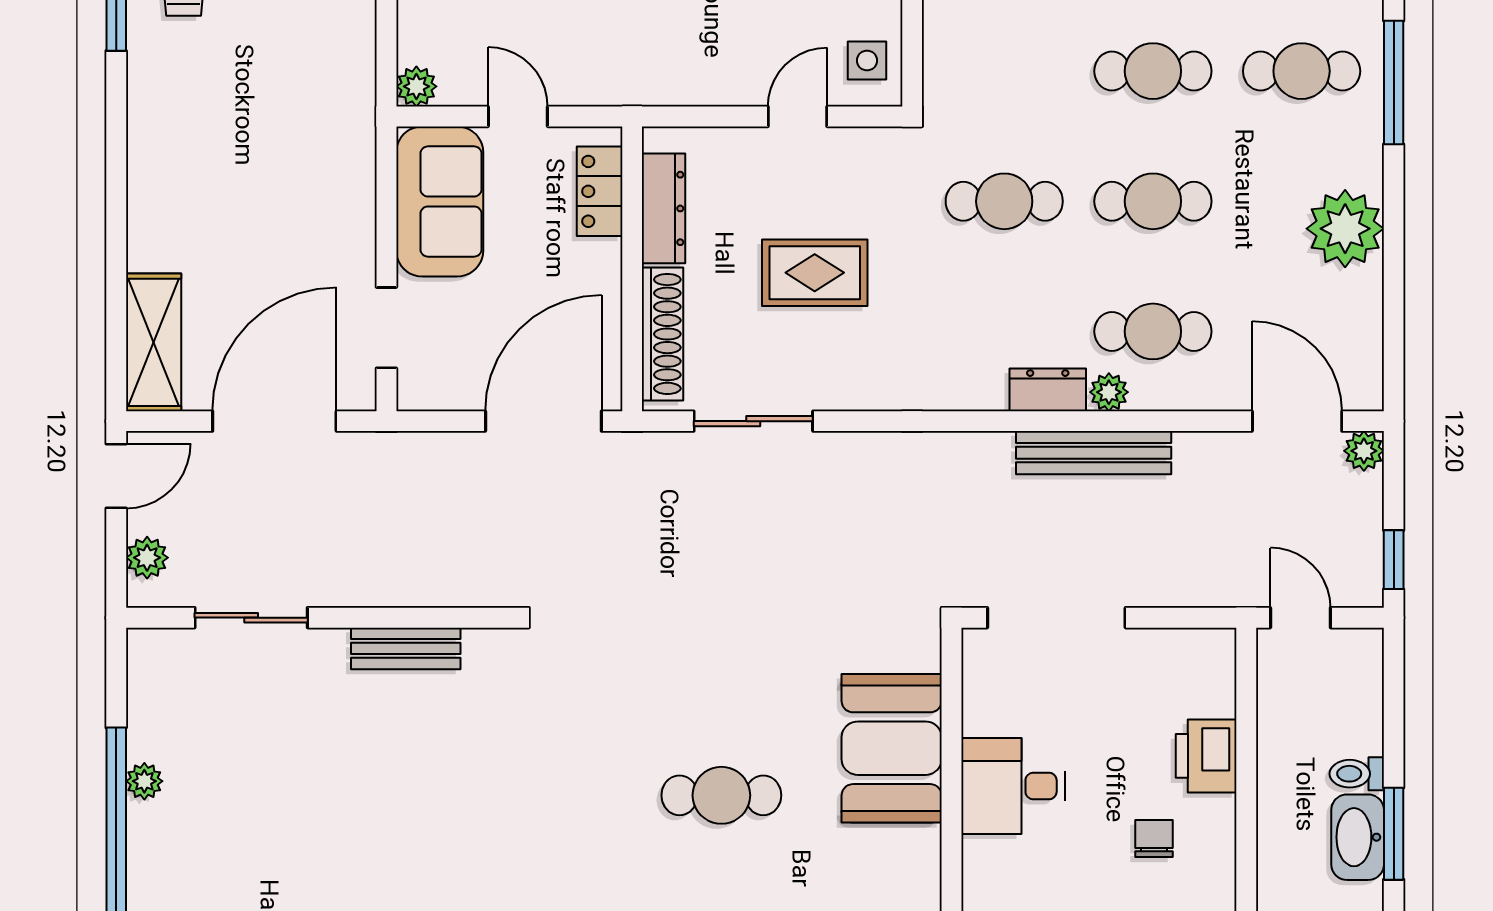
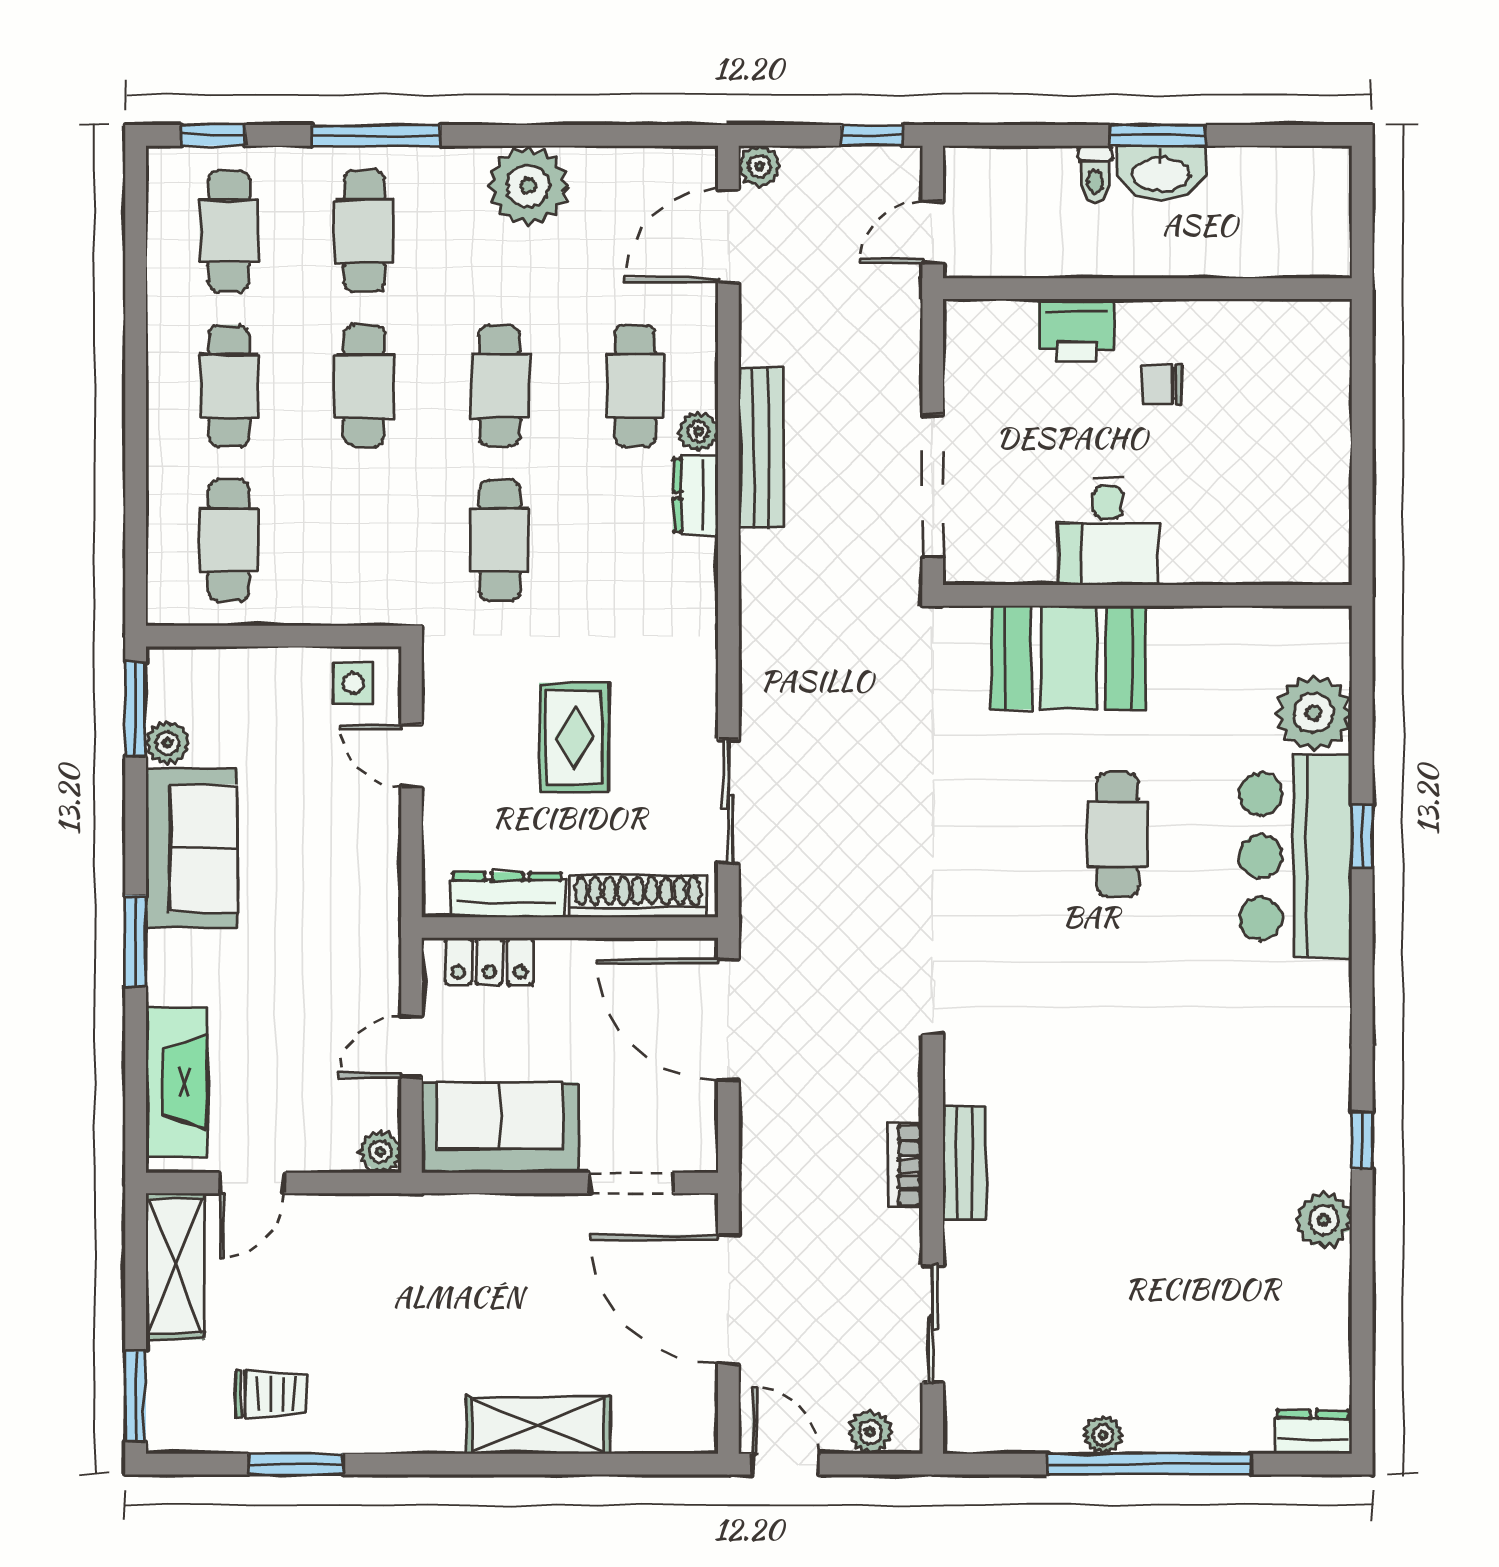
shelving: (154, 342) -> (538, 1425), moved
bookcase: (403, 592) -> (906, 1165), added

